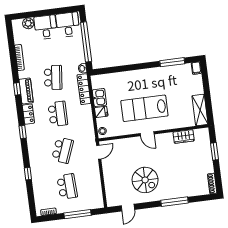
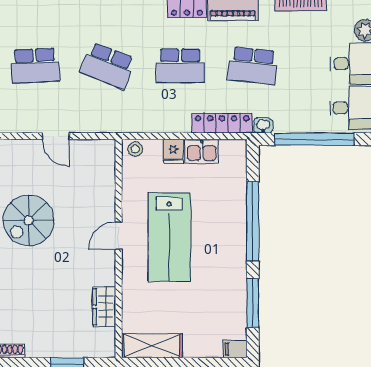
window: (131, 67) -> (253, 221), added
lab bench: (144, 108) -> (169, 237), turned 180
door: (99, 152) -> (56, 136), moved

